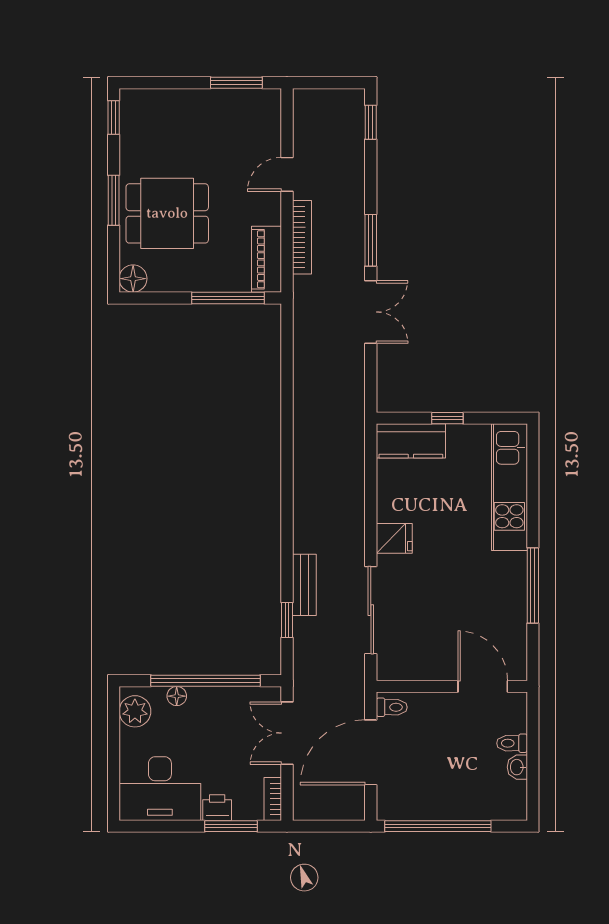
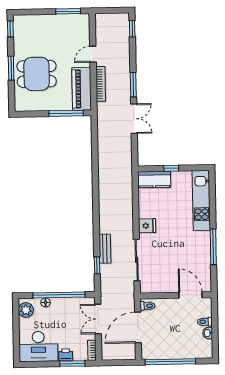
piano: (267, 259) -> (82, 89), width x1.37, depth x1.33
floor lamp: (133, 279) -> (21, 105), removed

